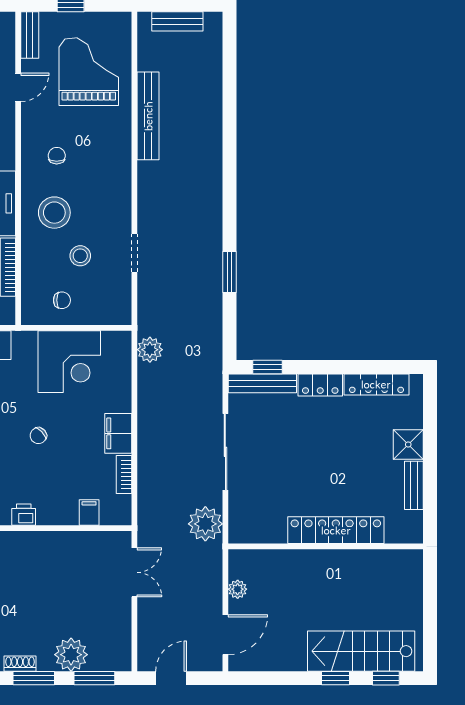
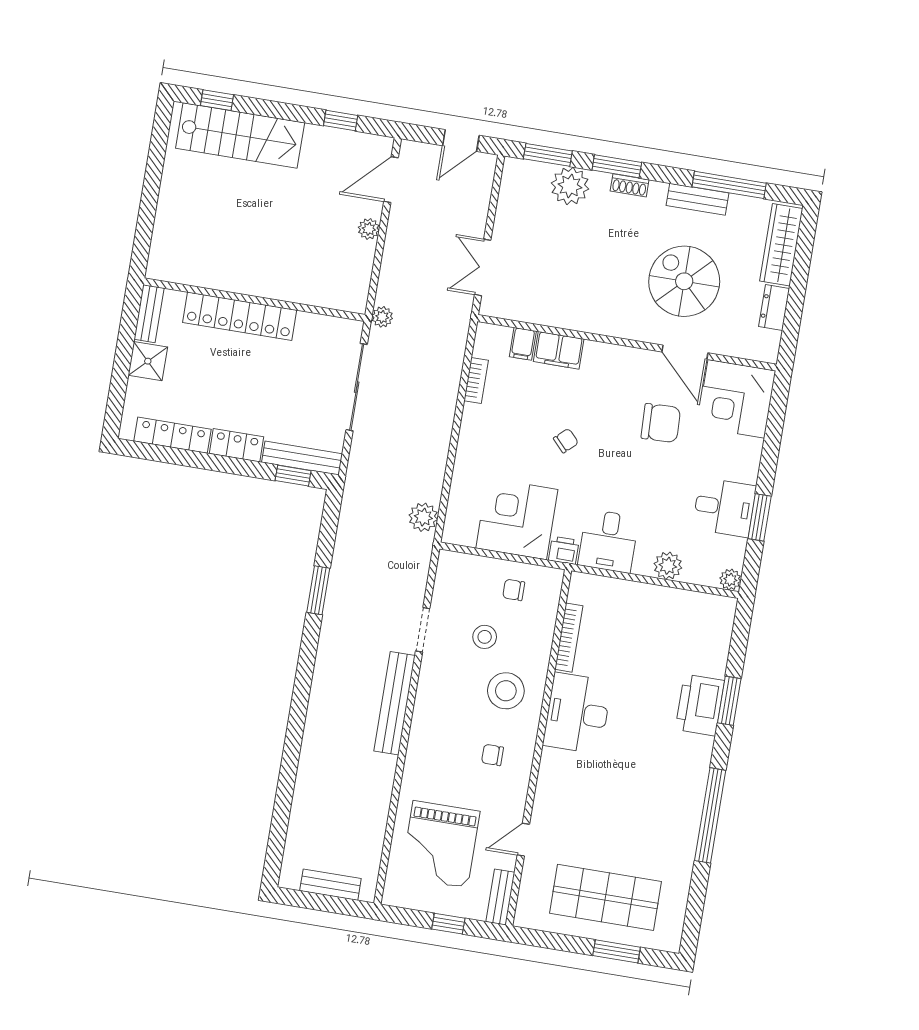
bench: (148, 116) -> (395, 703), moved
chair: (57, 156) -> (492, 755), turned 90
filing cabinet: (118, 433) -> (559, 350), moved, turned 90
printer: (24, 515) -> (564, 550), moved, turned 180
plant: (205, 524) -> (382, 317), width x0.53, depth x0.53
locker: (336, 530) -> (240, 316), moved
wall: (326, 546) -> (254, 300), moved
window: (336, 678) -> (341, 121), moved

